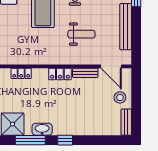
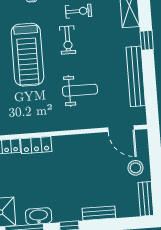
bench: (85, 73) -> (99, 213), moved
locker: (60, 74) -> (36, 145), moved

